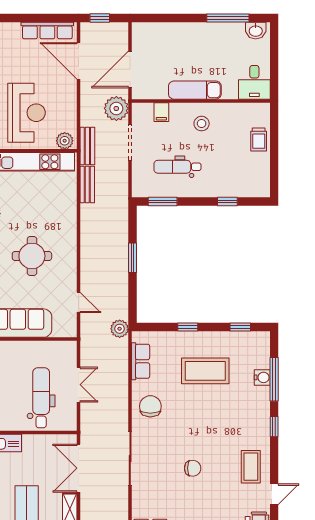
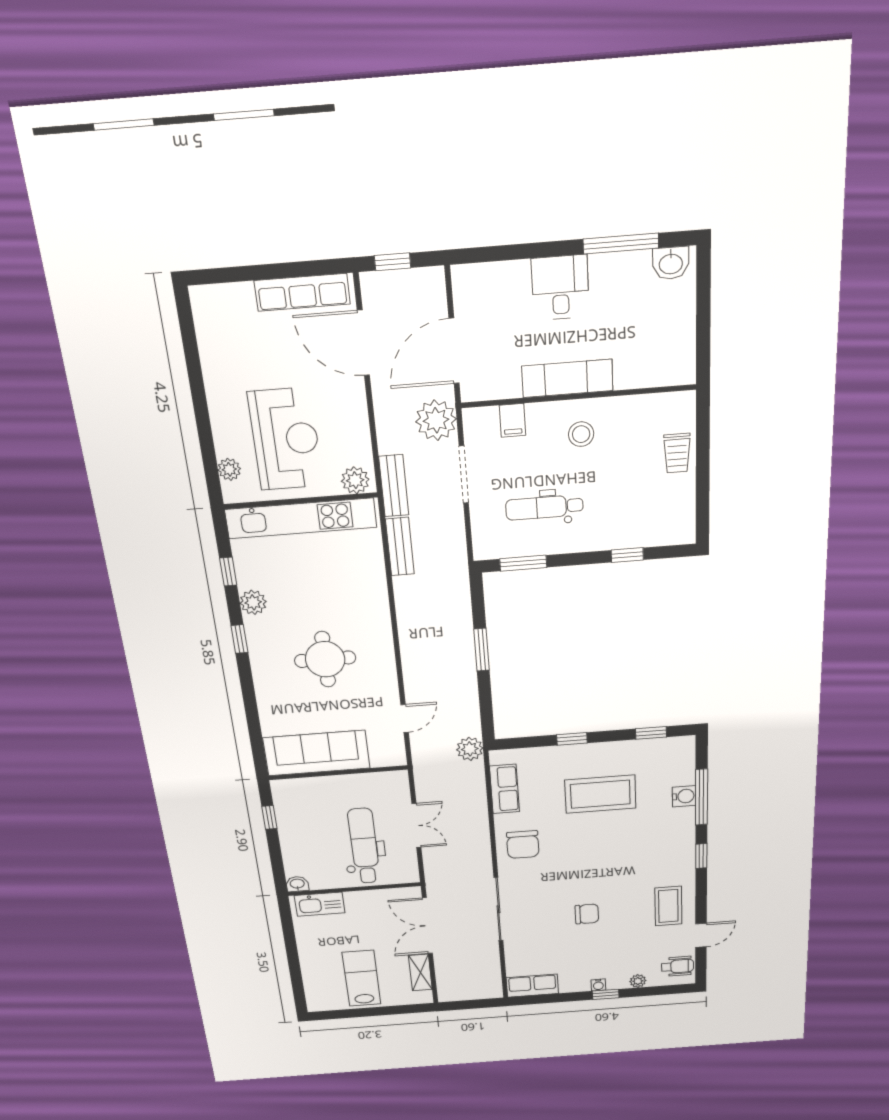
desk: (254, 82) -> (560, 288), moved, turned 180
door: (79, 303) -> (405, 719), hinge flipped
chair: (150, 406) -> (523, 845), turned 180

